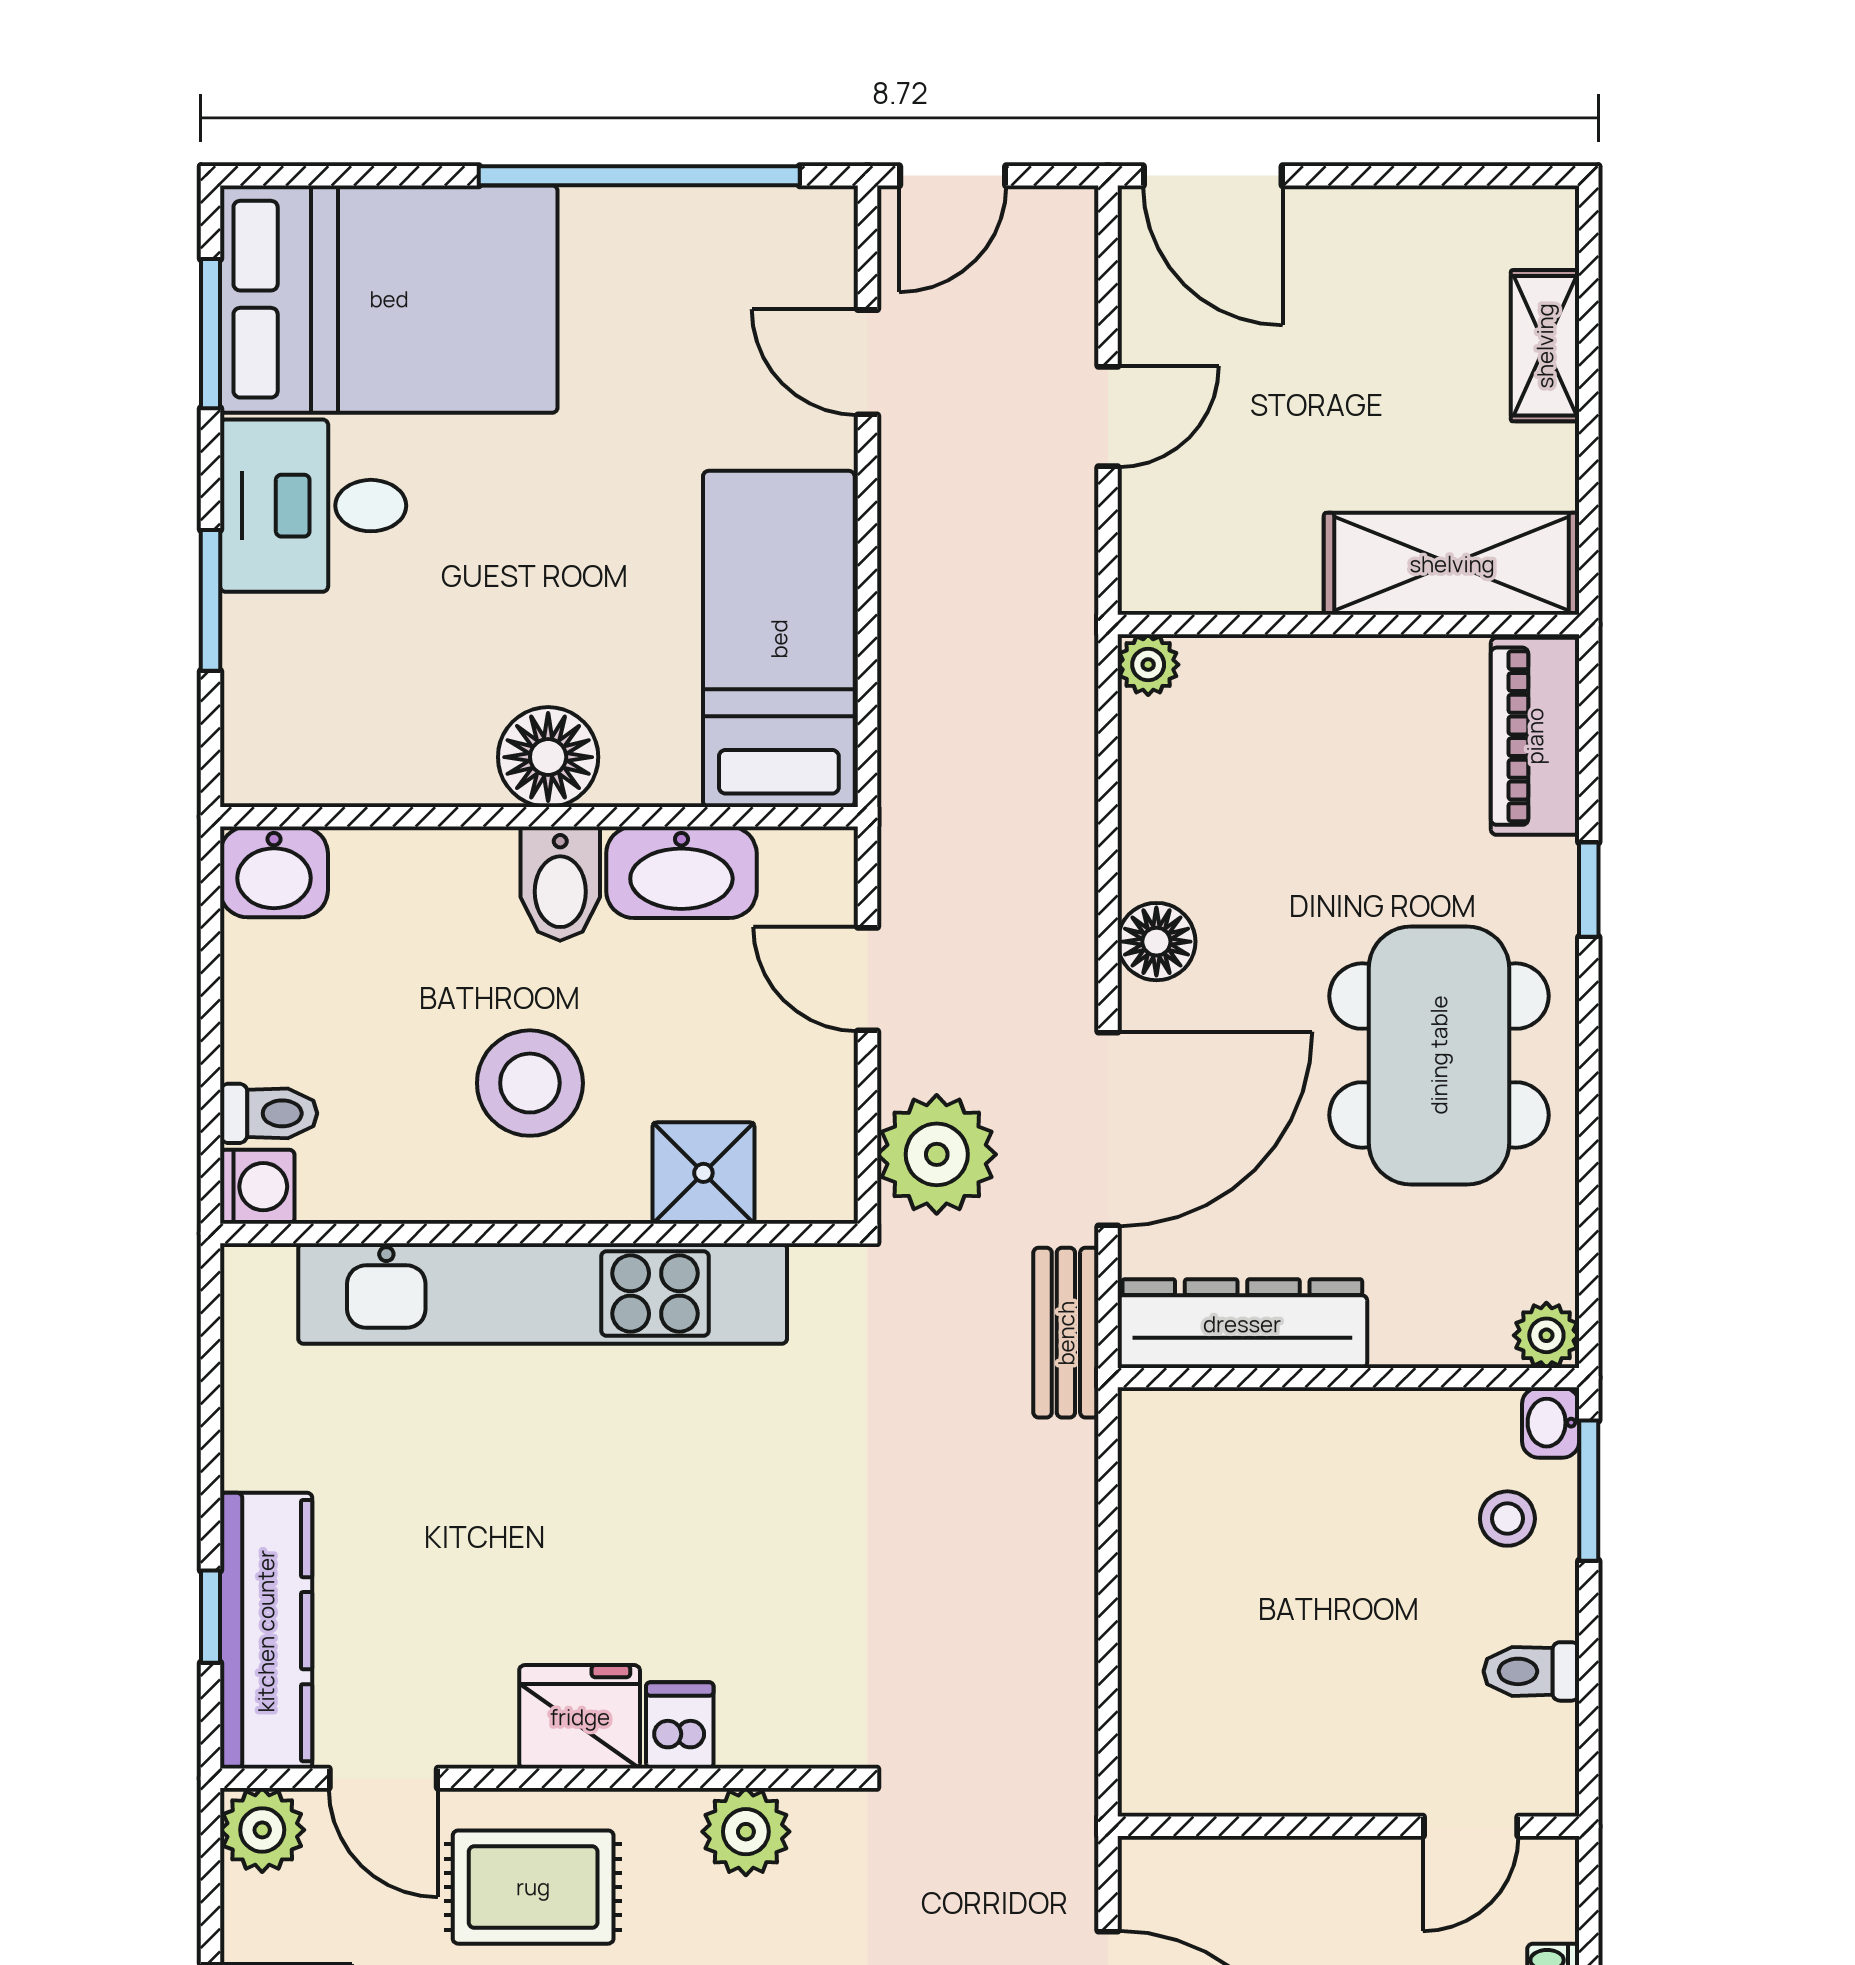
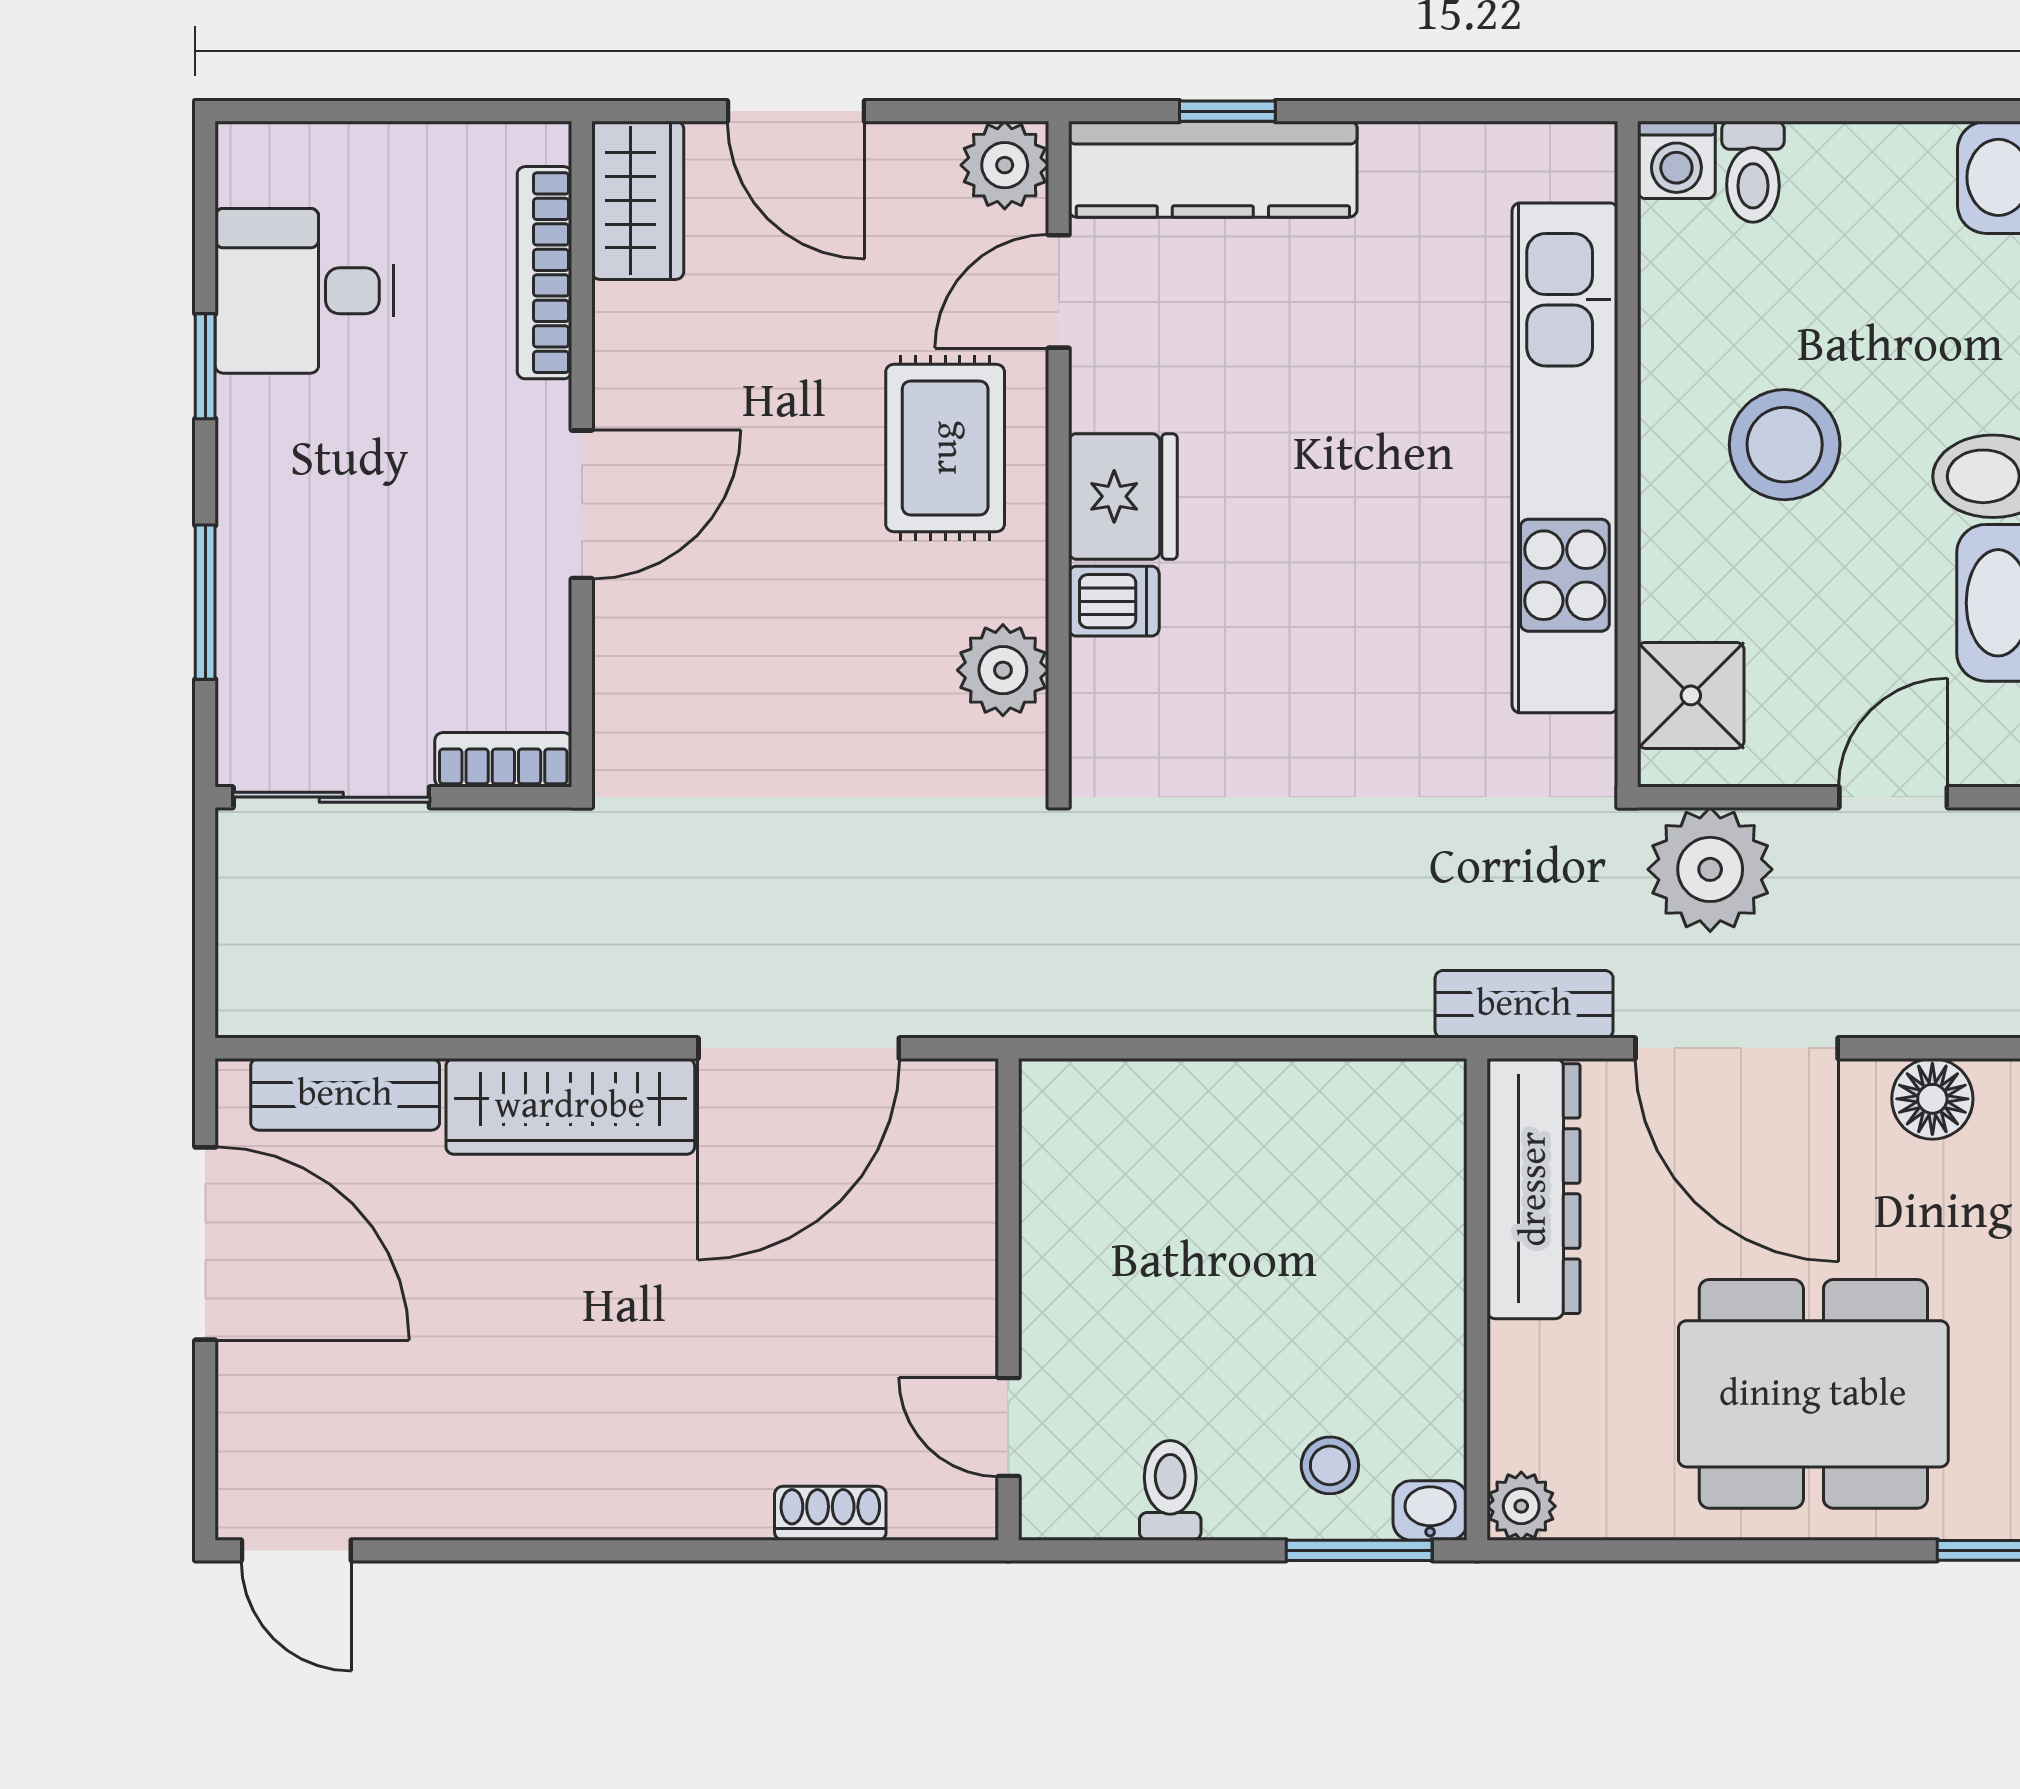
shower: (703, 1173) -> (1691, 695), moved

